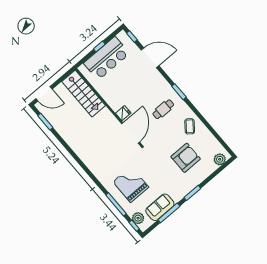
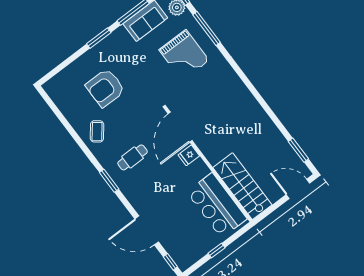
bar counter: (107, 58) -> (217, 205), moved, turned -90
plant: (220, 159) -> (58, 83), removed

